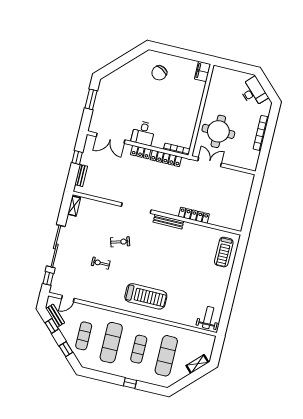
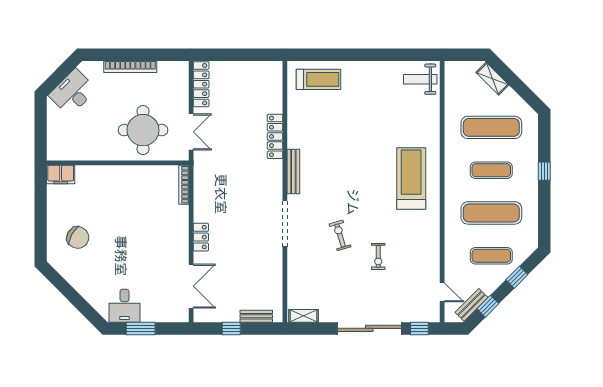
desk: (143, 133) -> (125, 306), moved, turned 90
locker: (166, 158) -> (201, 84), moved
double door: (210, 162) -> (191, 132), swing flipped

